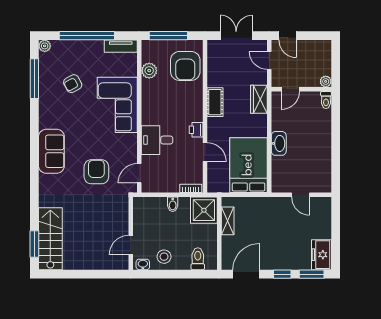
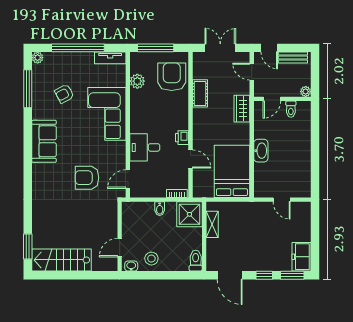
bench: (312, 46) -> (293, 57), added
armchair: (185, 66) -> (172, 77), turned 180
toilet: (326, 100) -> (291, 109), moved
cot: (215, 102) -> (200, 93), moved
sofa: (51, 151) -> (44, 141), moved
armchair: (96, 172) -> (87, 178), turned -90
stairs: (50, 239) -> (61, 260), moved, turned -90
toilet: (198, 259) -> (196, 261), moved
door: (246, 274) -> (230, 275), swing flipped

